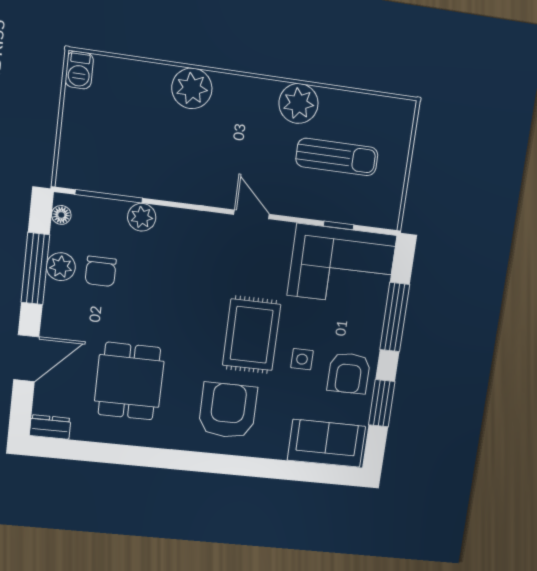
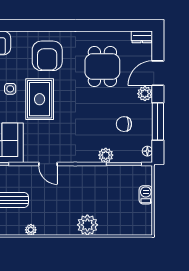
barbecue: (79, 70) -> (146, 195), moved
plant: (299, 103) -> (31, 230), width x0.53, depth x0.53
plant: (61, 267) -> (145, 94), moved
chair: (101, 271) -> (124, 124), turned -90

